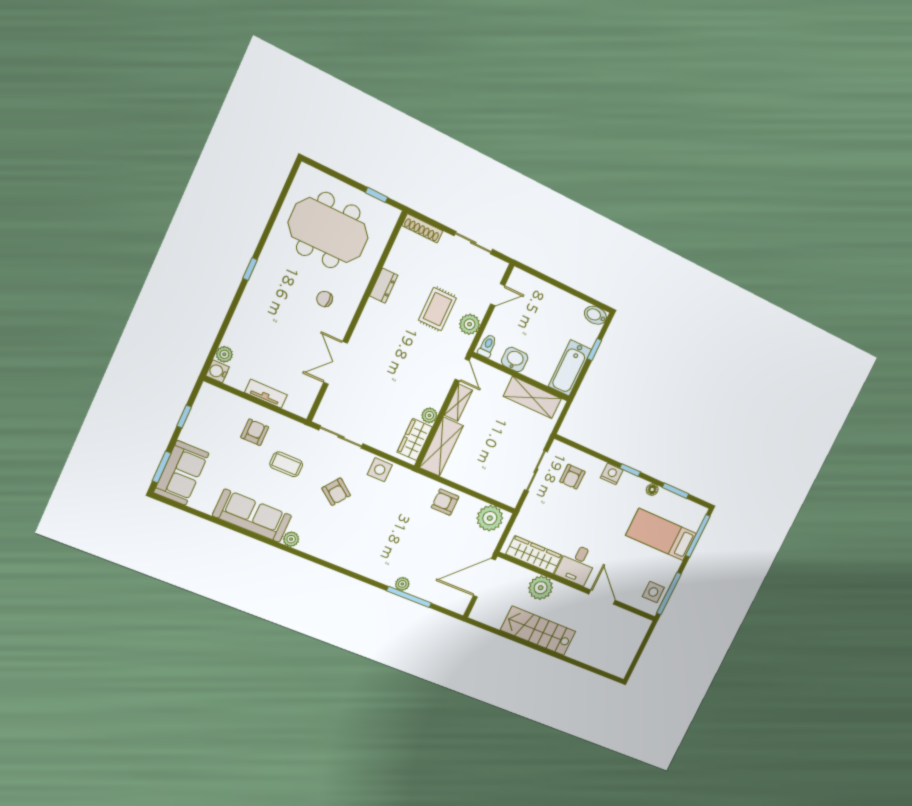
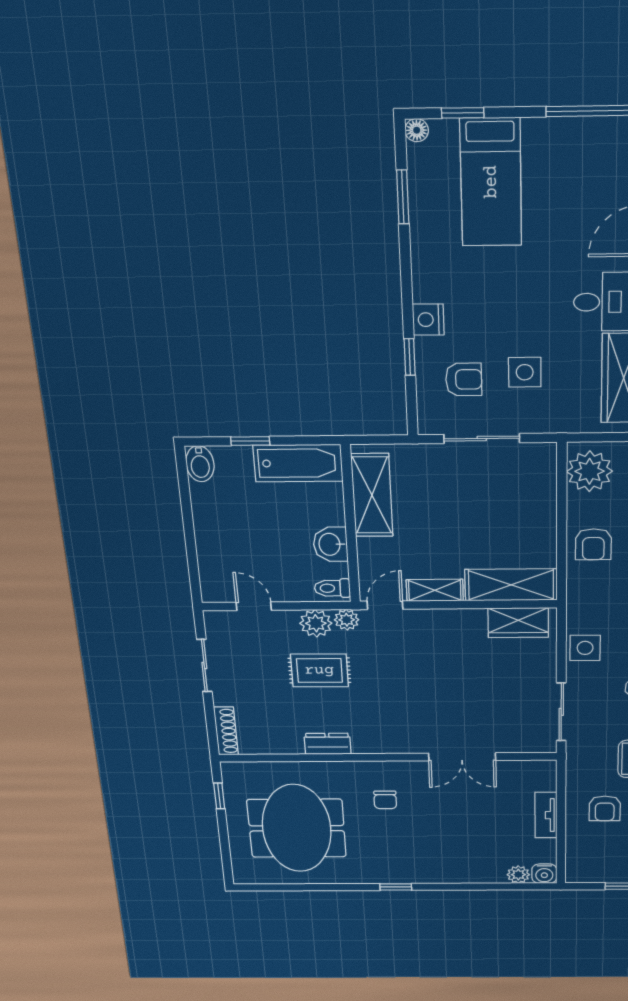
plant: (429, 415) -> (347, 620), moved
armchair: (255, 432) -> (605, 808), turned -90
window: (630, 470) -> (410, 357), moved
floor lamp: (652, 490) -> (417, 130), moved
window: (698, 536) -> (463, 113), width x0.46
side table: (653, 592) -> (525, 372), moved

